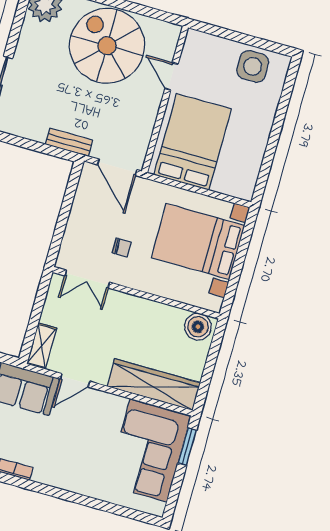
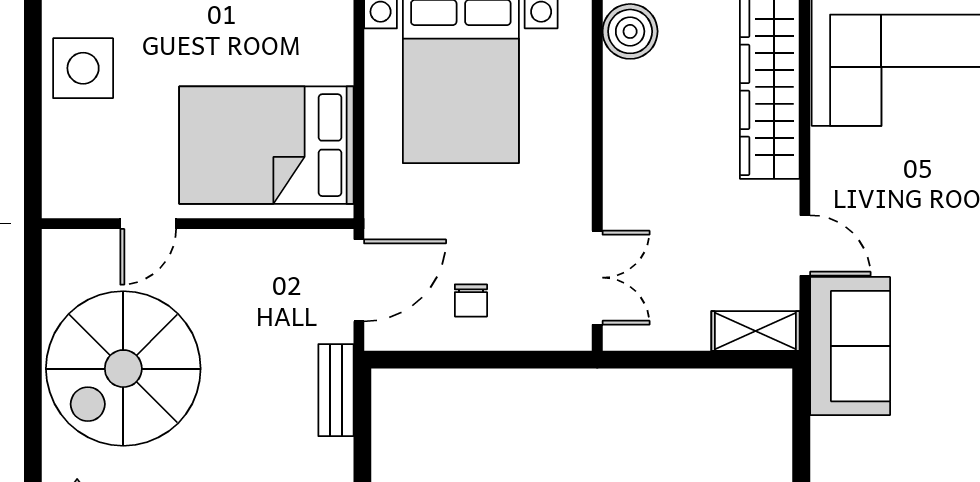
chair: (122, 248) -> (471, 300), moved, turned 180

